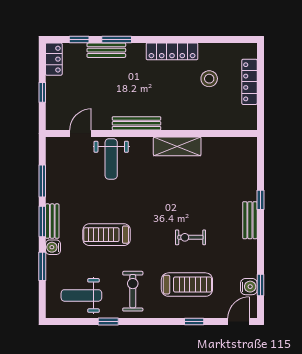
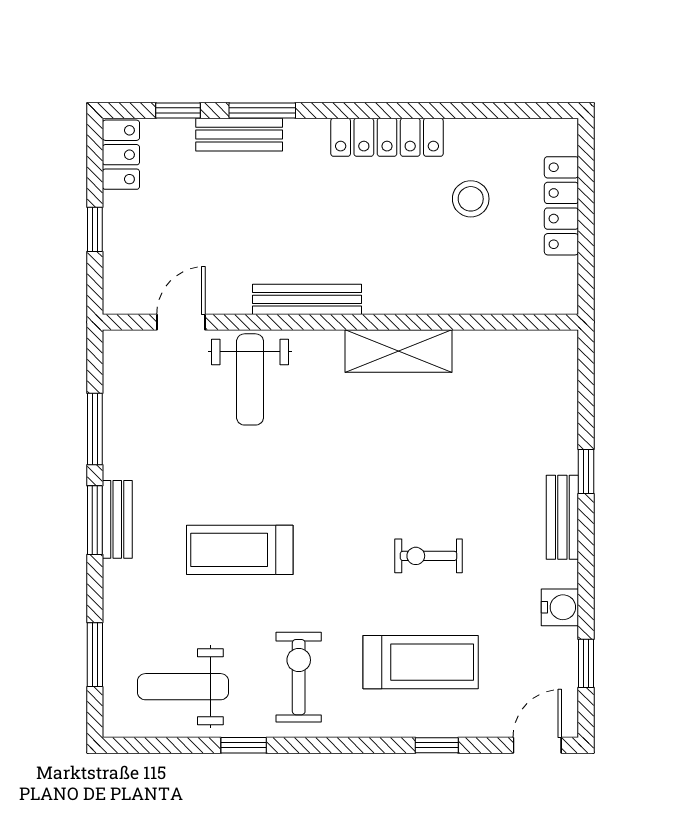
water cooler: (53, 247) -> (119, 578), removed
window: (42, 266) -> (95, 655), moved
water cooler: (249, 287) -> (560, 607), moved

